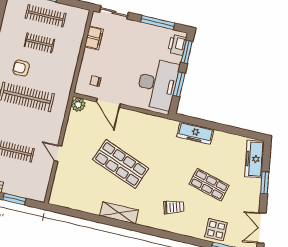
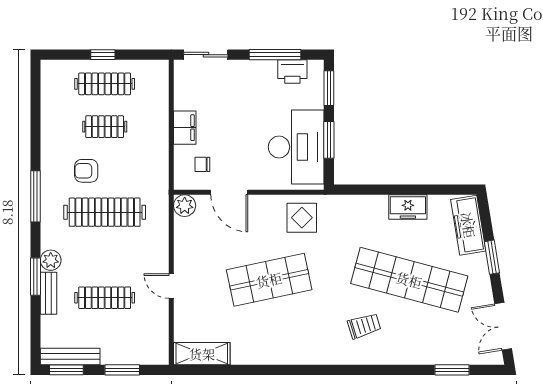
filing cabinet: (94, 38) -> (185, 128), moved
printer: (177, 45) -> (292, 71), moved, turned -90
freezer: (195, 133) -> (408, 207), moved, width x0.71
shop shelf: (121, 164) -> (269, 280), turned -33
shop shelf: (209, 185) -> (409, 280), width x2.00, depth x1.36
shelving: (119, 213) -> (202, 354), moved
display table: (216, 230) -> (302, 218), moved

